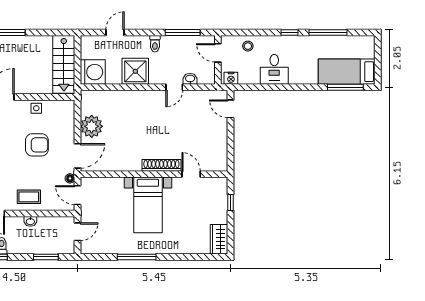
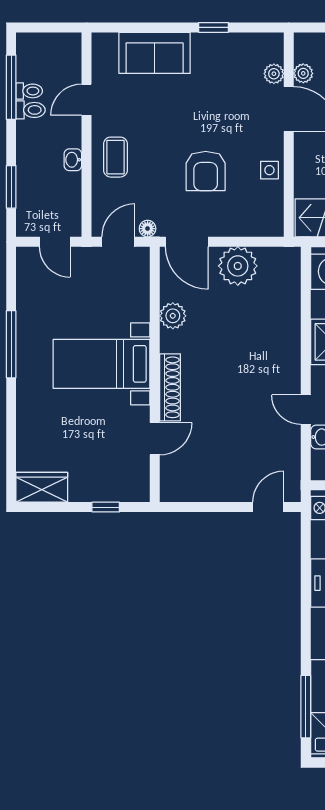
plant: (120, 164) -> (173, 316), added

